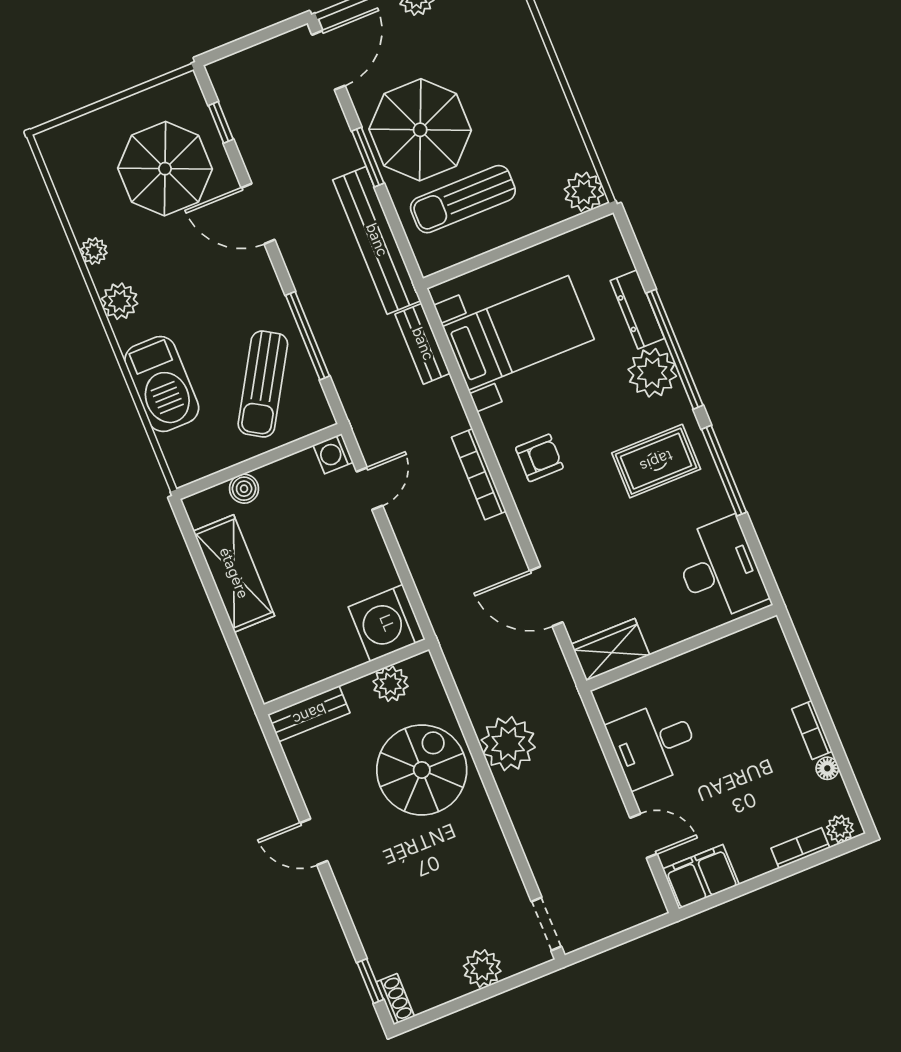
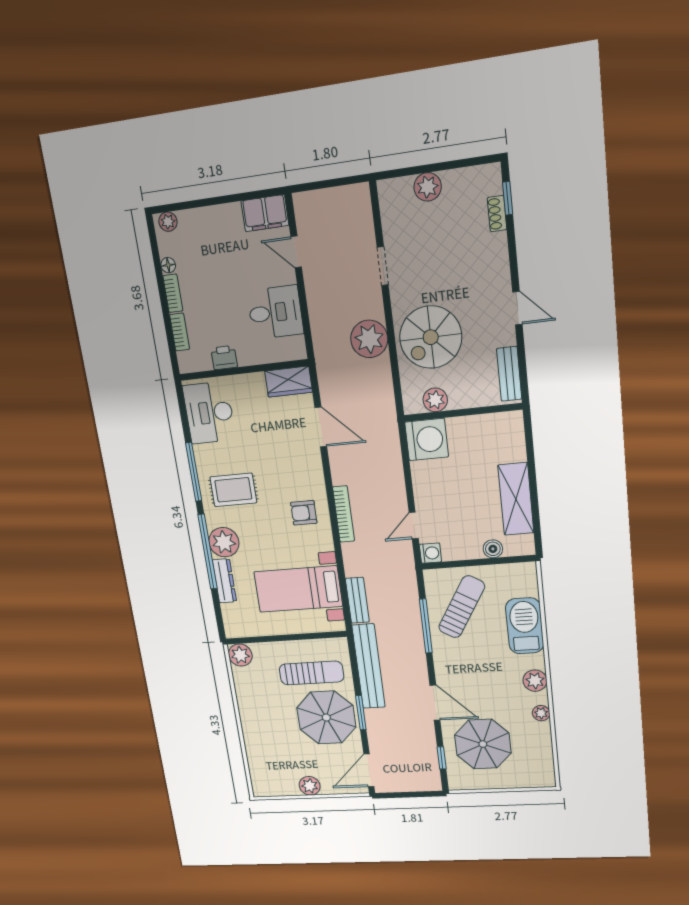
printer: (715, 658) -> (224, 358), added
bench: (309, 714) -> (509, 374), moved, turned 90
bookcase: (800, 848) -> (180, 332), moved, turned -90
doorway: (546, 924) -> (383, 266), moved
shoe rack: (395, 999) -> (497, 214), moved

